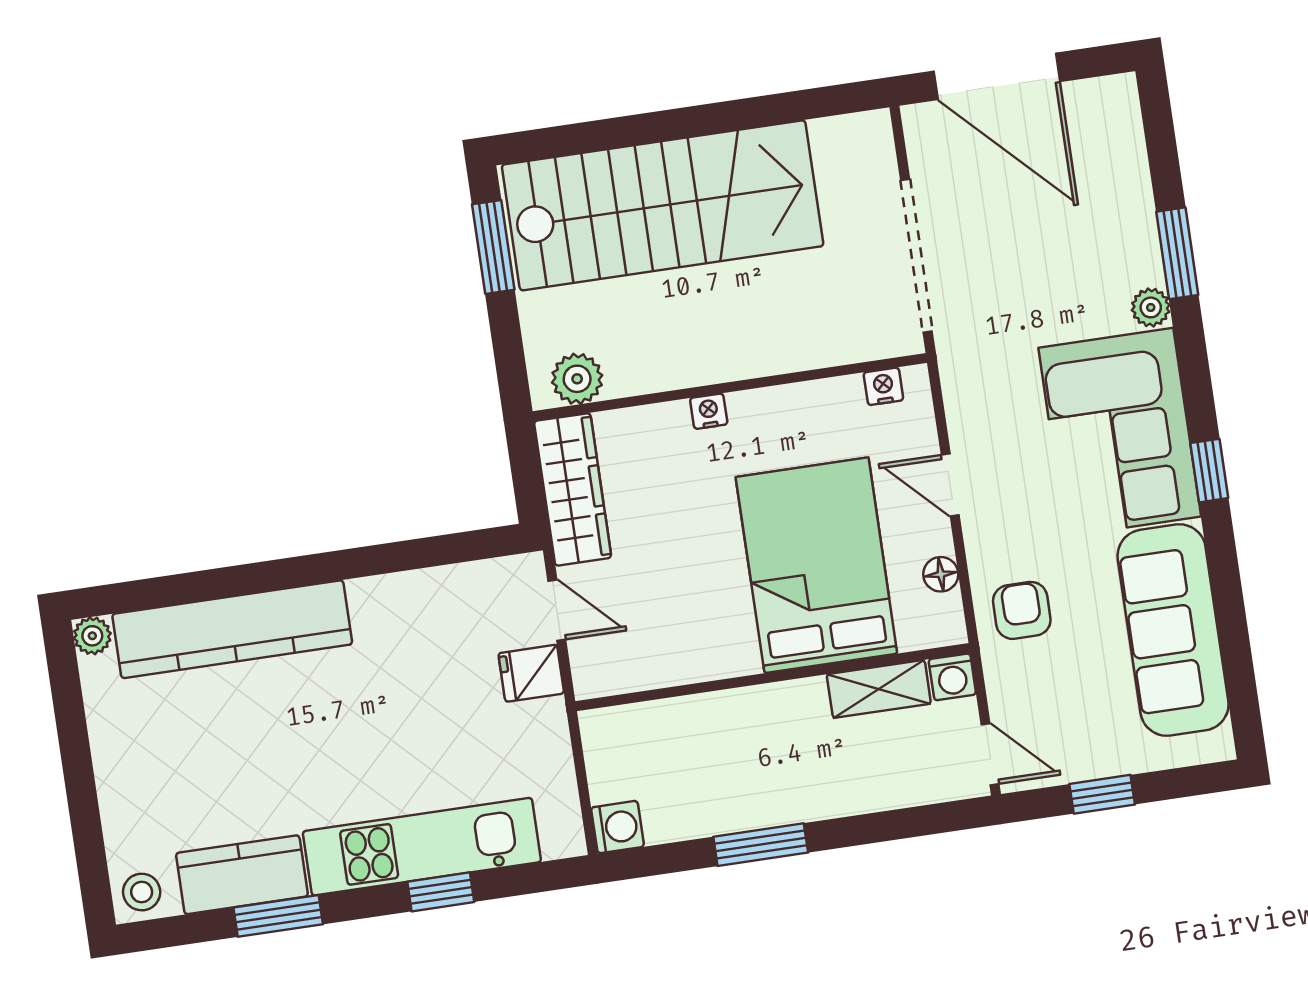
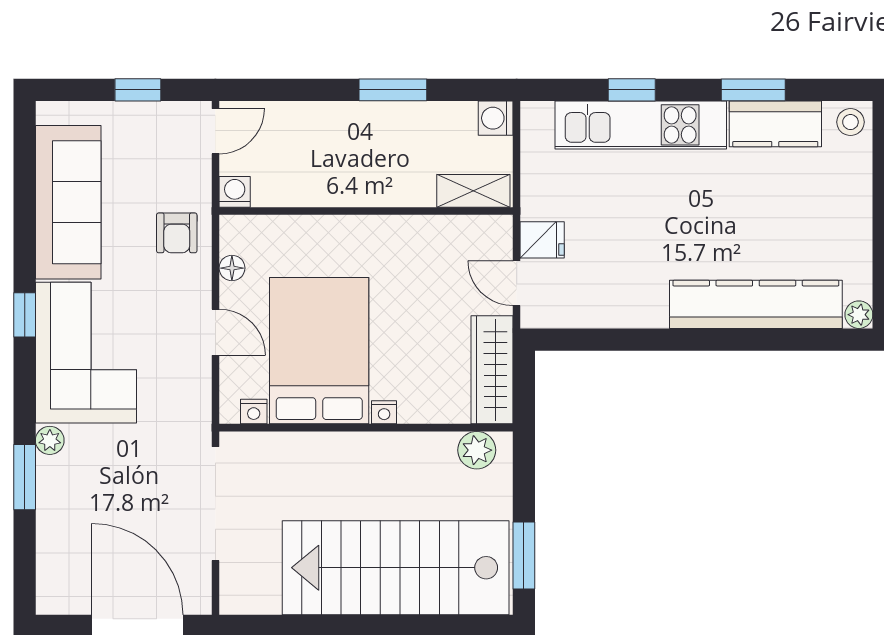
bed: (816, 565) -> (319, 351), moved, turned 180
shelving: (879, 689) -> (473, 191), moved
door: (990, 754) -> (215, 131), swing flipped

